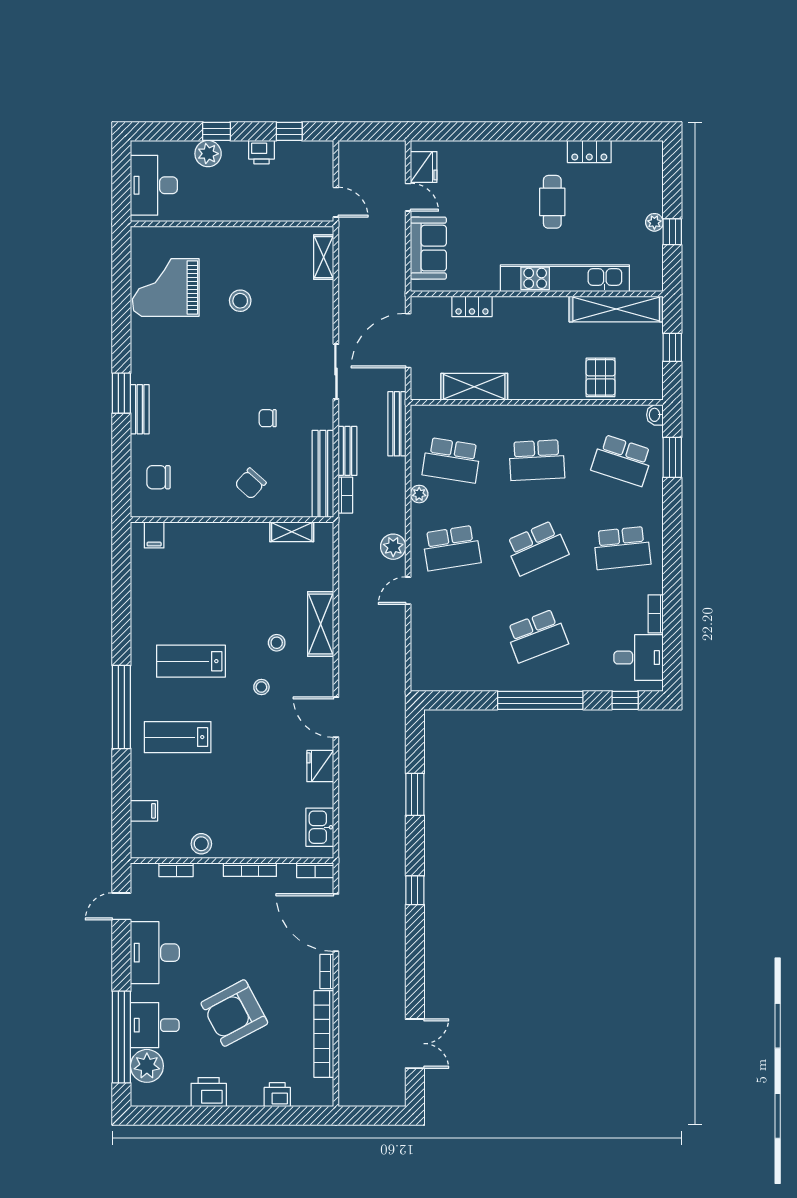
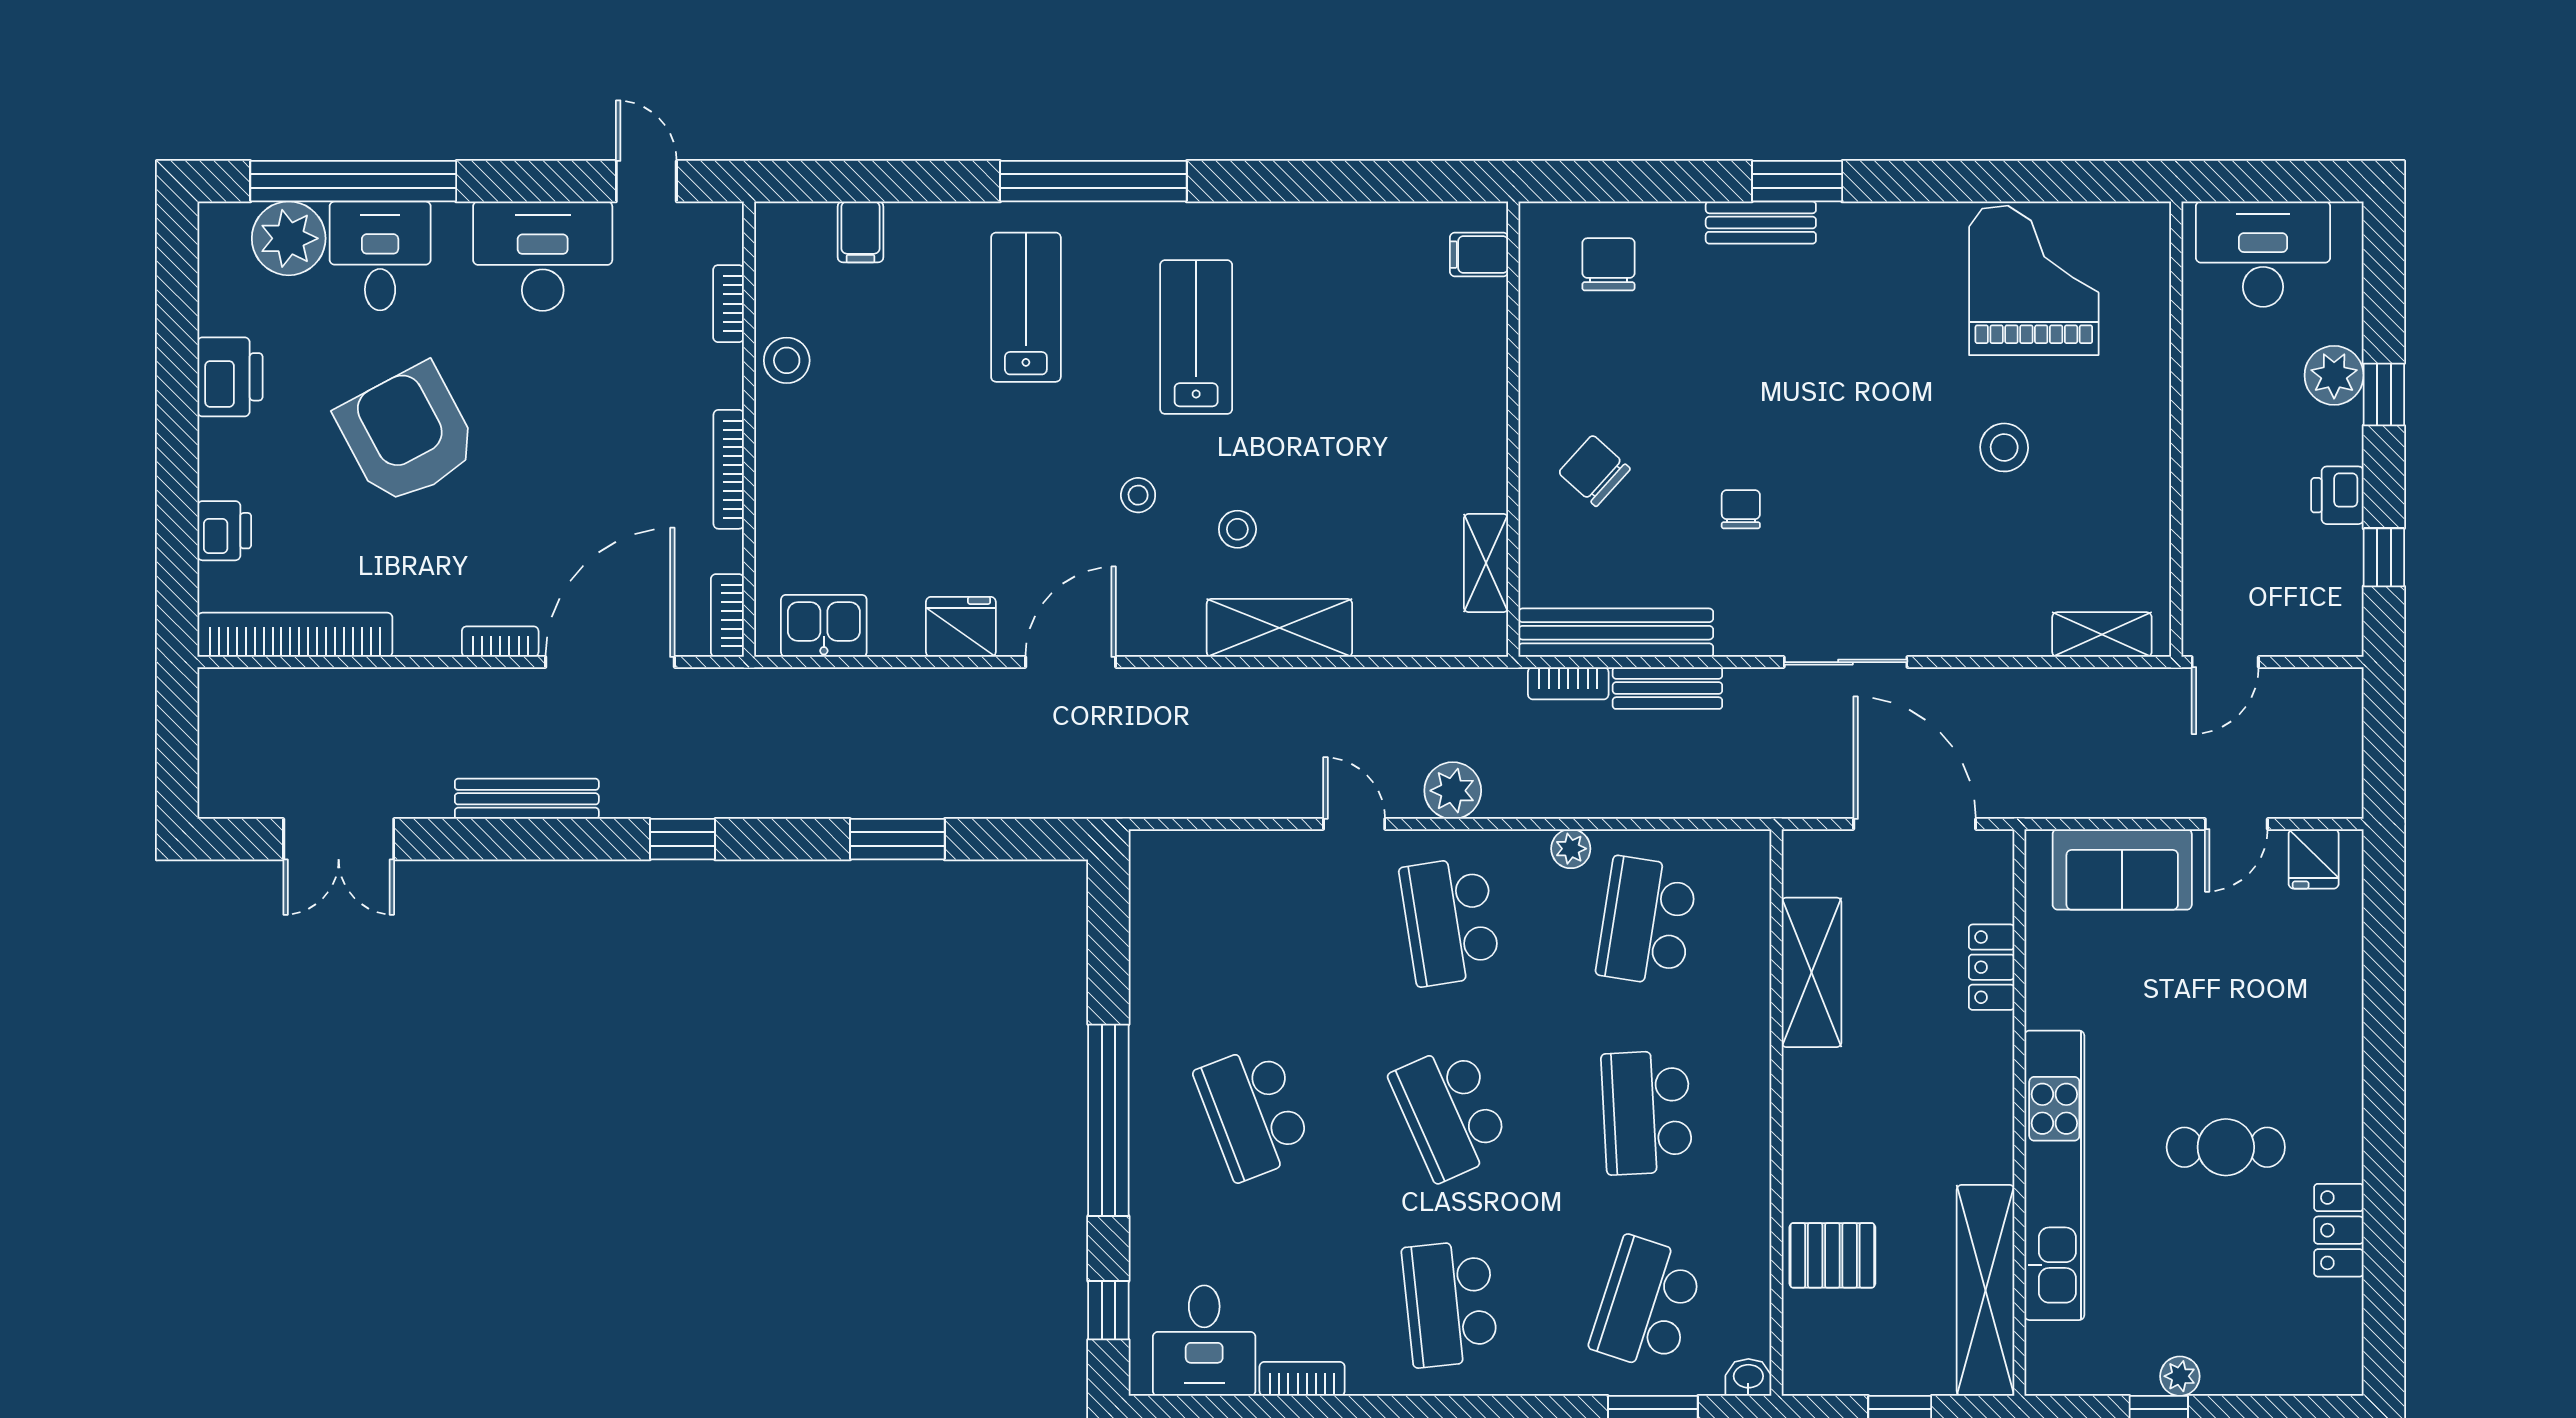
fridge: (424, 167) -> (2314, 859), width x0.72
bench: (397, 424) -> (527, 799), moved
bookcase: (324, 1034) -> (295, 635), moved

